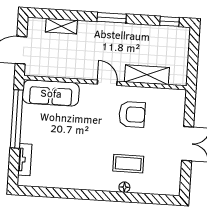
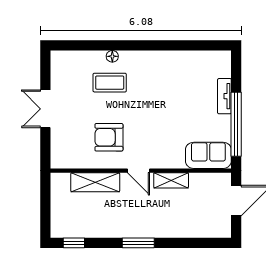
shelving: (61, 26) -> (171, 180), moved
sofa: (51, 93) -> (208, 155), width x0.73
tv unit: (25, 160) -> (224, 96), moved

